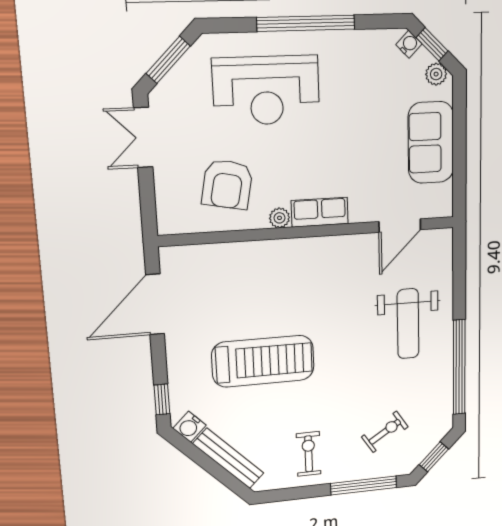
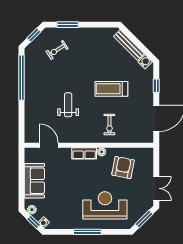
window: (306, 23) -> (87, 232), width x0.68
door: (400, 226) -> (49, 145), hinge flipped
weight bench: (408, 324) -> (68, 105), moved, width x0.73, depth x0.75
treadmill: (263, 361) -> (111, 89), width x0.73, depth x0.73
window: (162, 399) -> (156, 86), moved
exercise bike: (309, 454) -> (109, 124), moved
window: (364, 485) -> (68, 25), width x0.69

